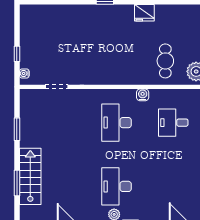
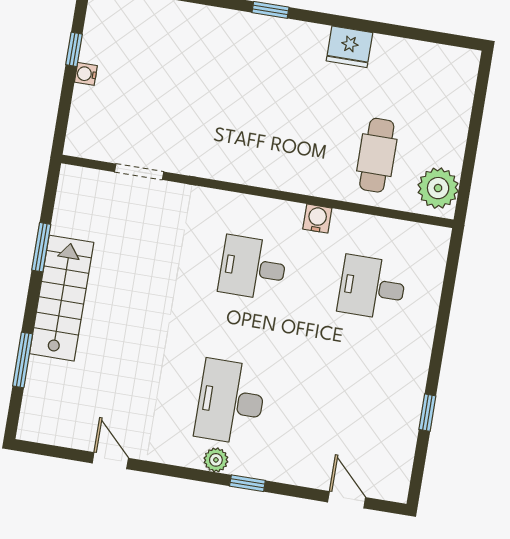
window: (17, 54) -> (74, 49), moved
water cooler: (24, 73) -> (86, 74), moved
desk: (116, 123) -> (253, 268), width x0.73
stairs: (30, 176) -> (62, 298), moved

